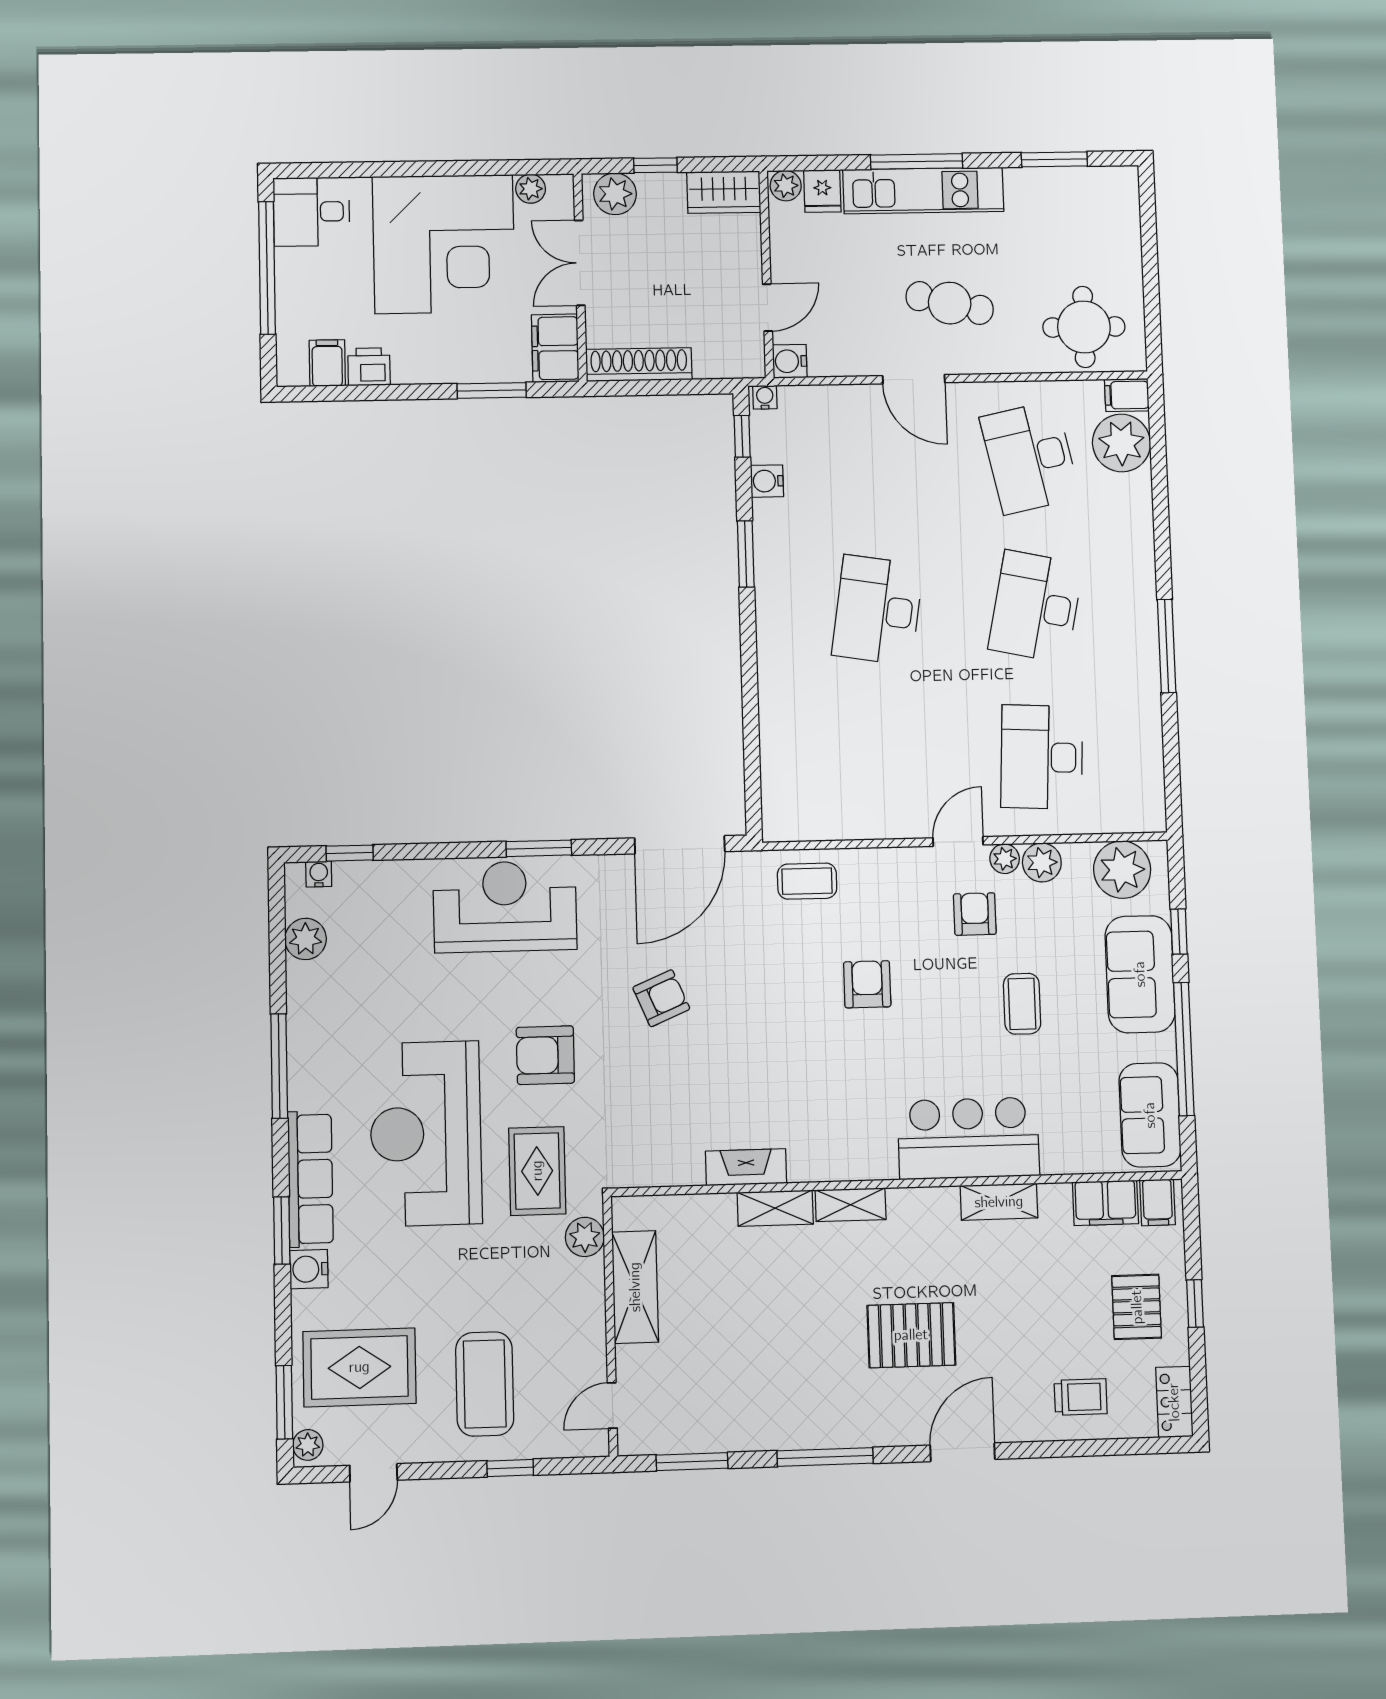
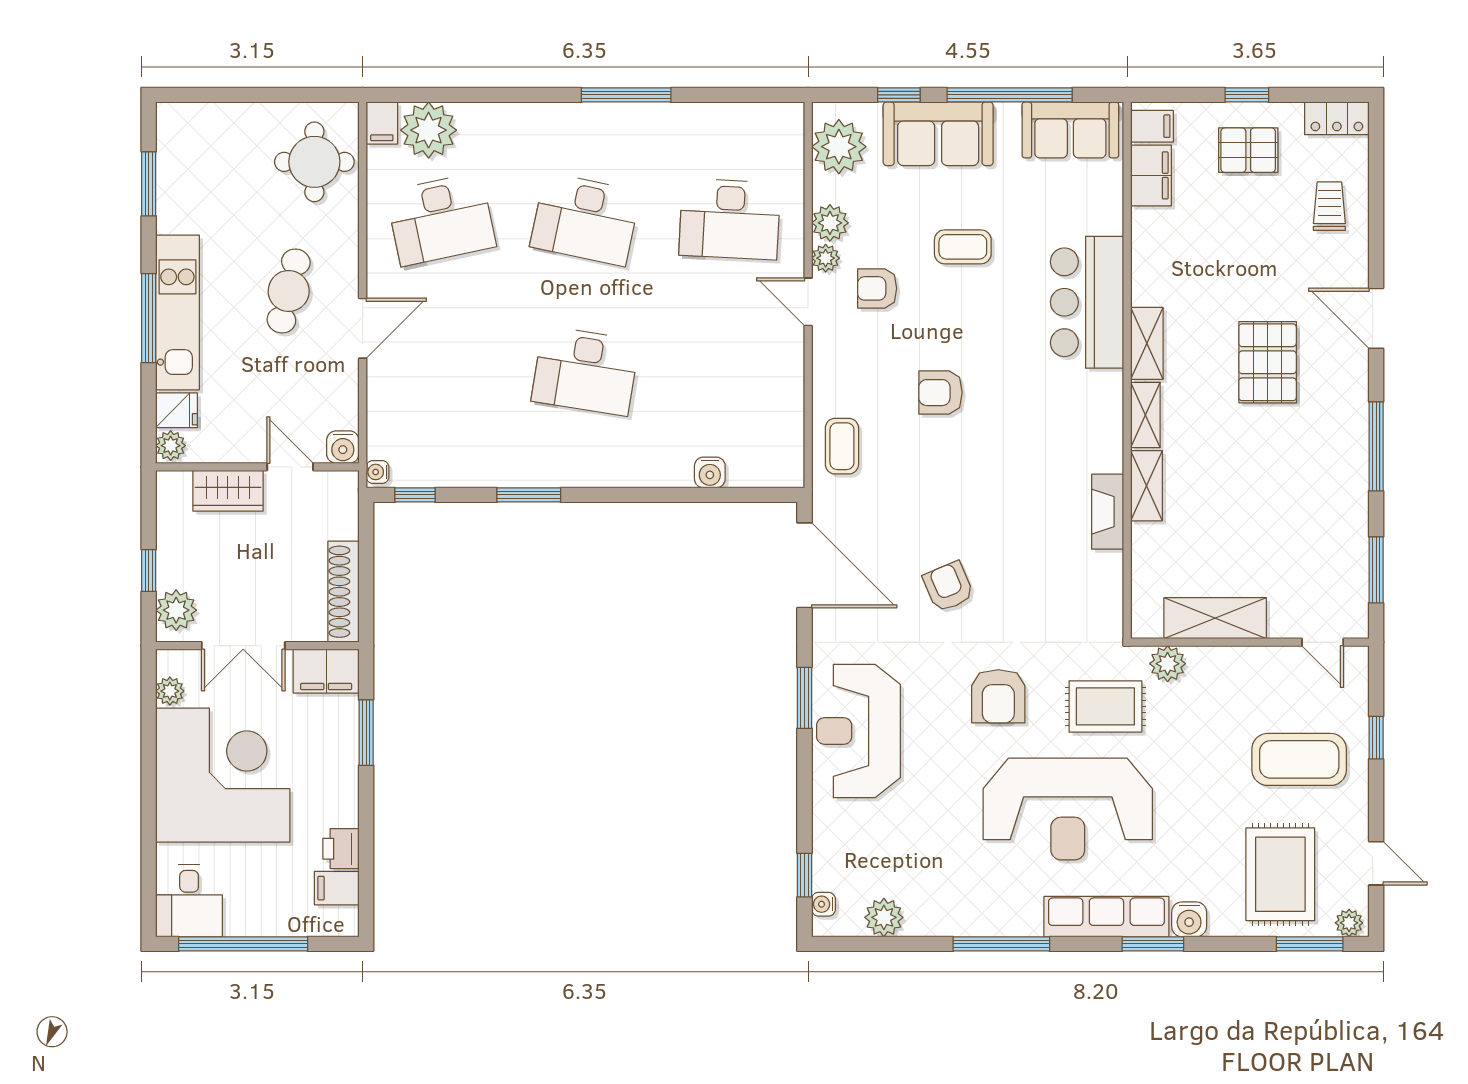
wardrobe: (724, 192) -> (228, 491), moved, turned 90
water cooler: (767, 481) -> (710, 472), moved
shelving: (999, 1202) -> (1147, 343), moved

